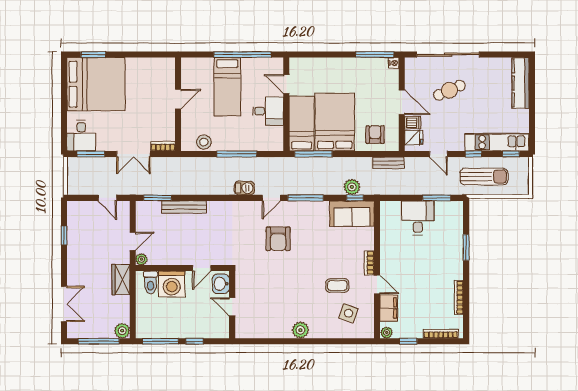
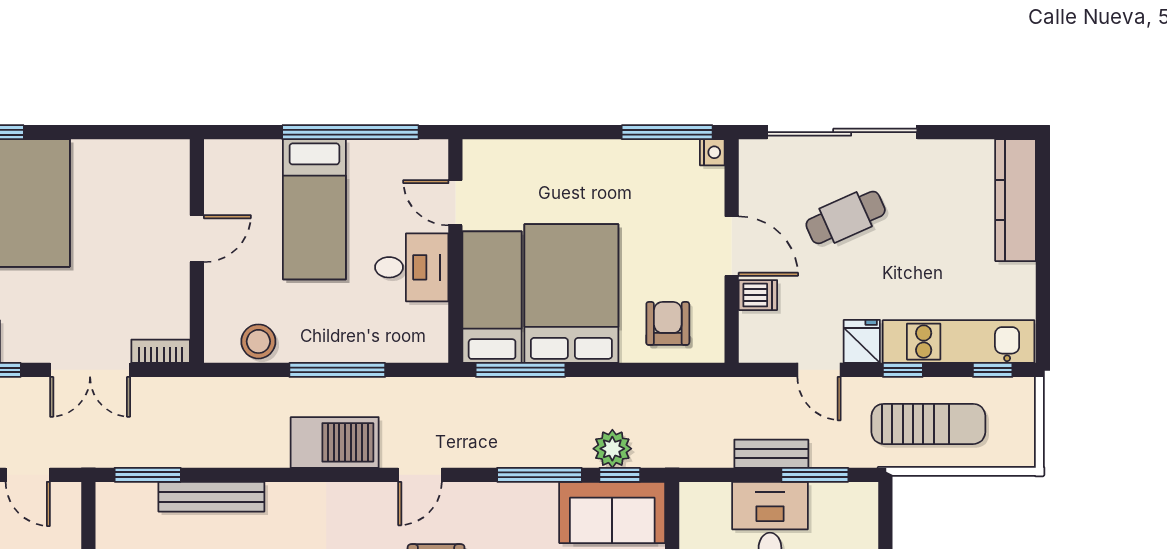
fridge: (414, 138) -> (862, 341), moved, turned -90
bench: (388, 163) -> (771, 454), moved
barbecue: (244, 188) -> (335, 442), width x1.88, depth x1.53
window: (306, 198) -> (539, 475), moved

